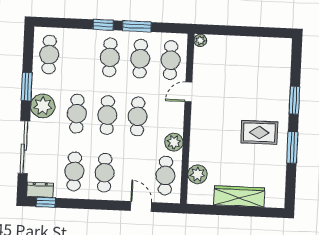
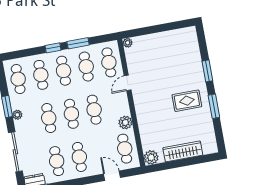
cafe table: (79, 56) -> (41, 75), added
plant: (43, 106) -> (17, 115), width x0.53, depth x0.53
plant: (198, 174) -> (151, 157), moved

